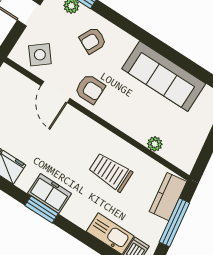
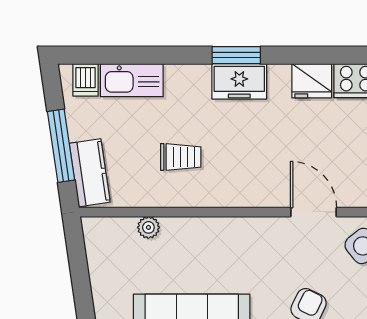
armchair: (90, 89) -> (273, 243), removed
trolley: (111, 172) -> (181, 157), width x0.73, depth x0.72

